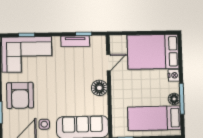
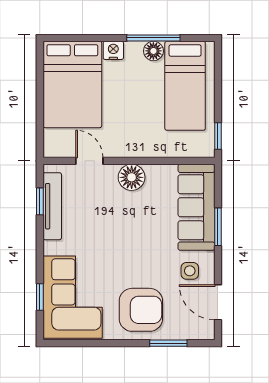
tv unit: (75, 41) -> (52, 206), width x1.41

